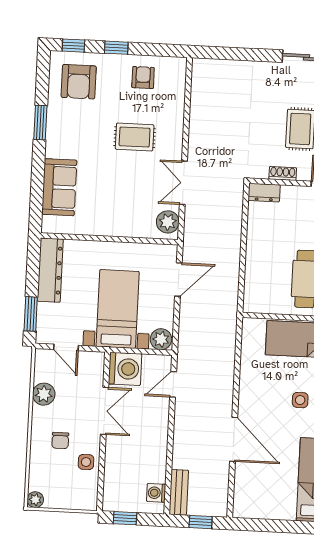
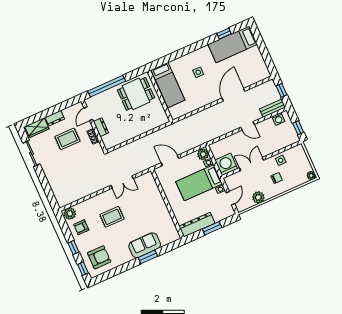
window: (40, 123) -> (148, 257), moved
rug: (135, 137) -> (112, 217), turned 90
sofa: (59, 187) -> (145, 245), moved
dresser: (264, 193) -> (101, 127), moved
plant: (168, 222) -> (70, 213), moved
window: (31, 314) -> (212, 228), moved
door: (173, 384) -> (248, 126), moved

